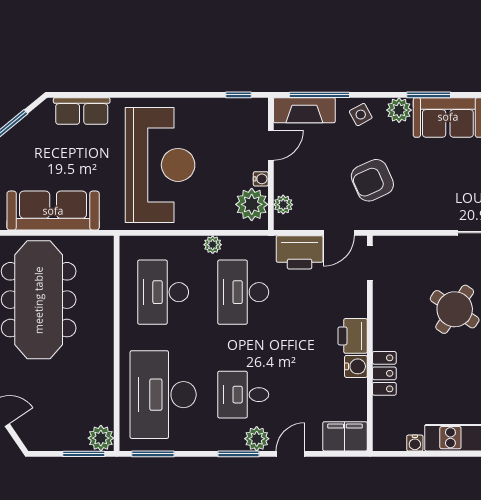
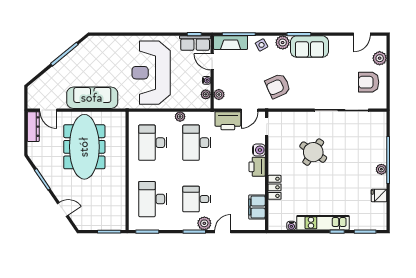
row of seats: (82, 111) -> (195, 43), moved
door: (271, 145) -> (212, 62), swing flipped
reception desk: (160, 165) -> (151, 73), turned 180
armchair: (372, 180) -> (278, 86), moved
plant: (252, 204) -> (206, 94), width x0.53, depth x0.53
water cooler: (356, 366) -> (259, 150), moved
desk: (163, 395) -> (153, 199), width x0.73, depth x0.77
filing cabinet: (345, 436) -> (257, 207), moved, turned -90
plant: (101, 438) -> (119, 223), removed

